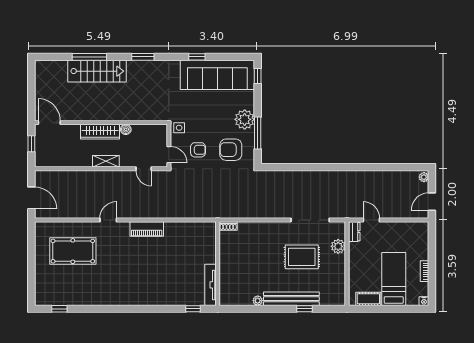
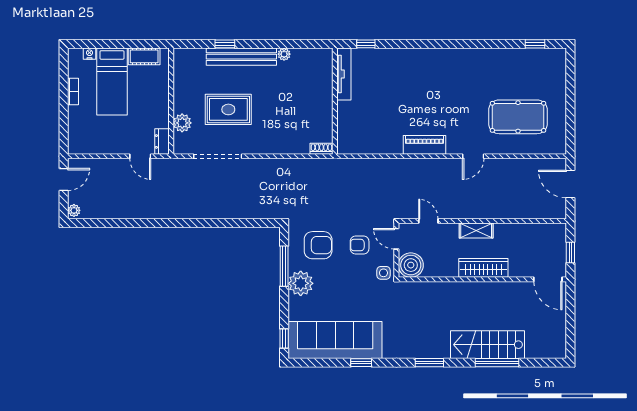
boiler: (126, 129) -> (411, 265), moved, width x1.86, depth x1.86
nightstand: (424, 301) -> (90, 54), moved

